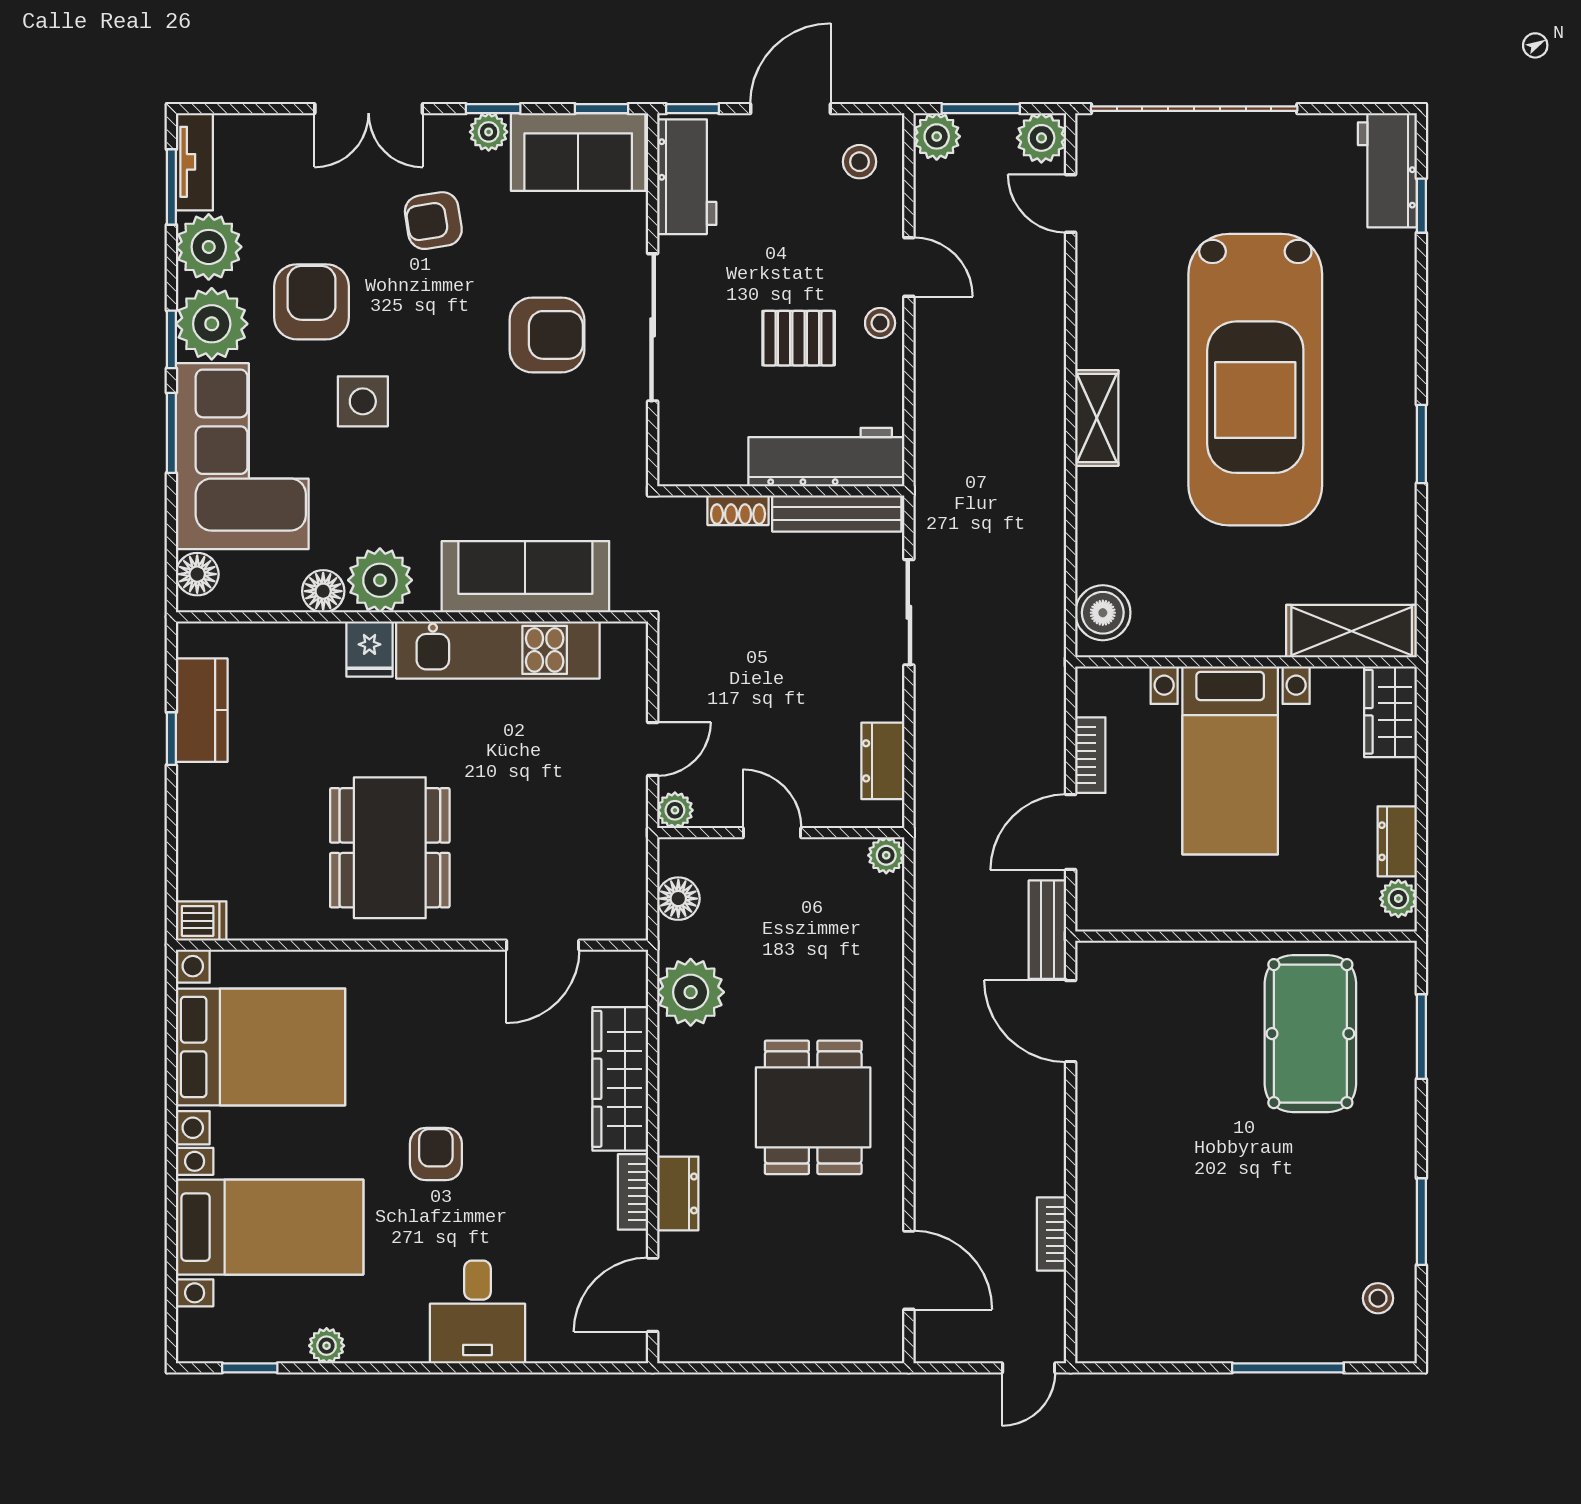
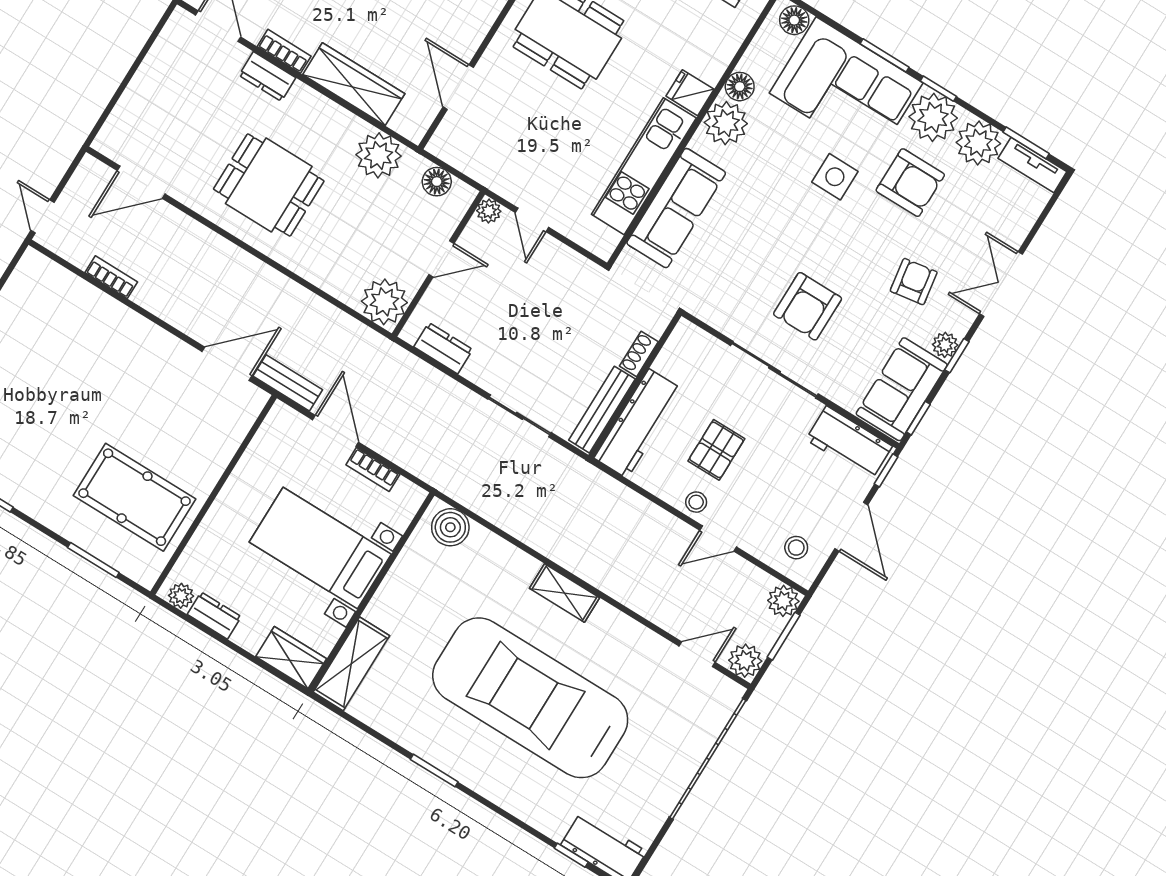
plant: (886, 855) -> (384, 302), width x1.88, depth x1.88

